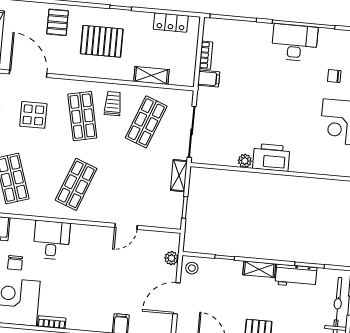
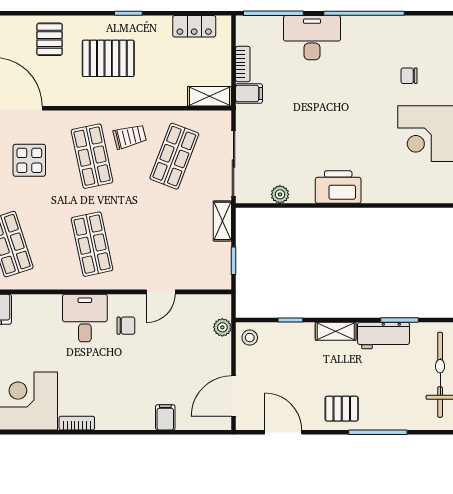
desk: (295, 43) -> (312, 38), moved
shelving: (151, 76) -> (210, 96), moved
trolley: (113, 104) -> (130, 137), turned 76
plant: (245, 161) -> (280, 194), moved
shop shelf: (76, 184) -> (92, 244), turned -33
desk: (52, 240) -> (85, 318), moved
chair: (15, 263) -> (126, 326), moved, turned -90
door: (177, 298) -> (234, 396), moved

